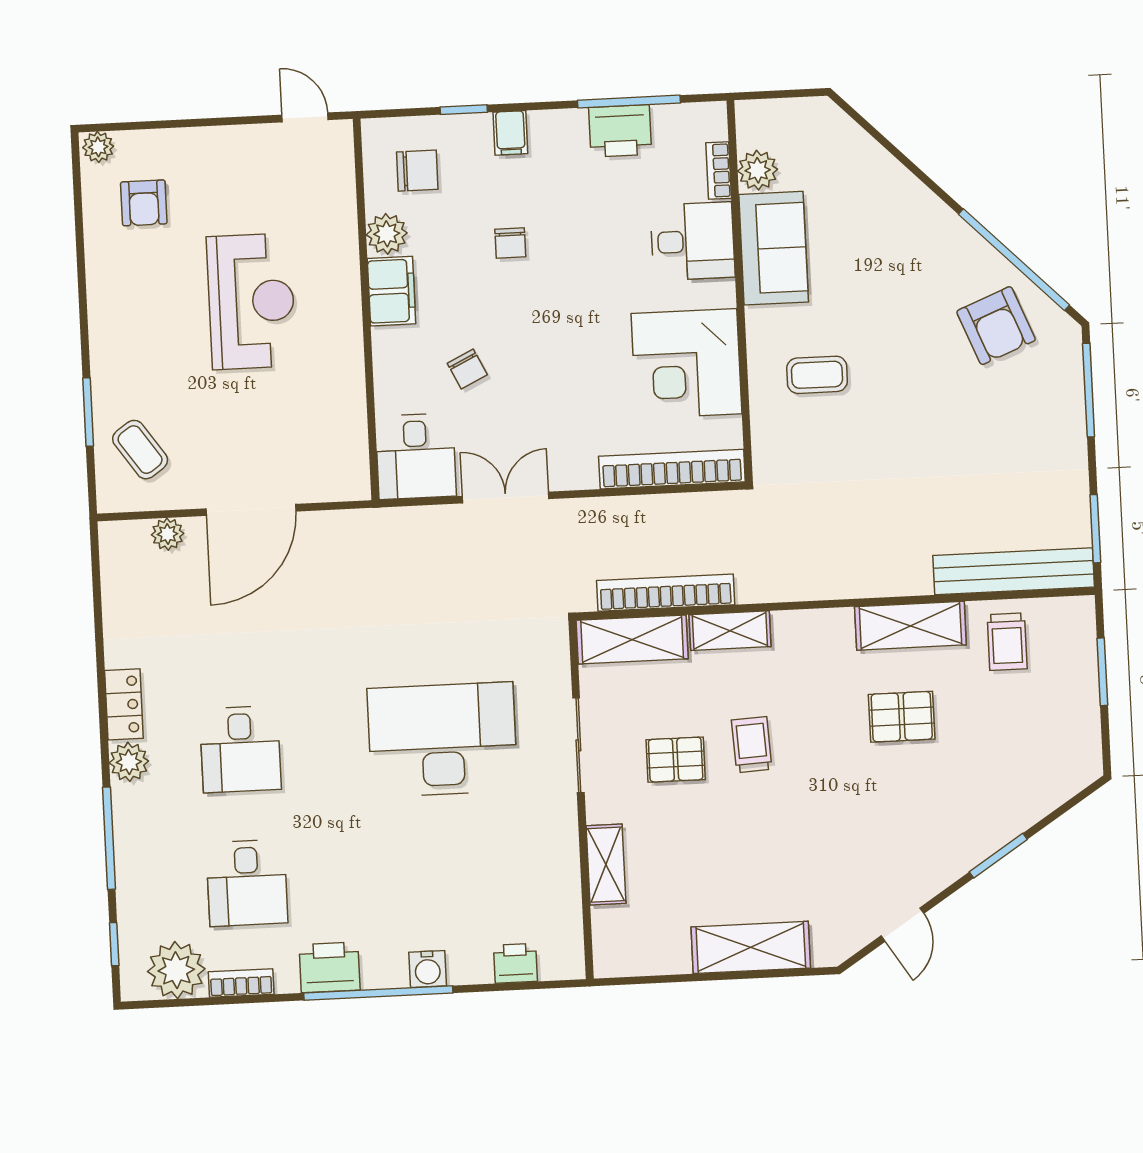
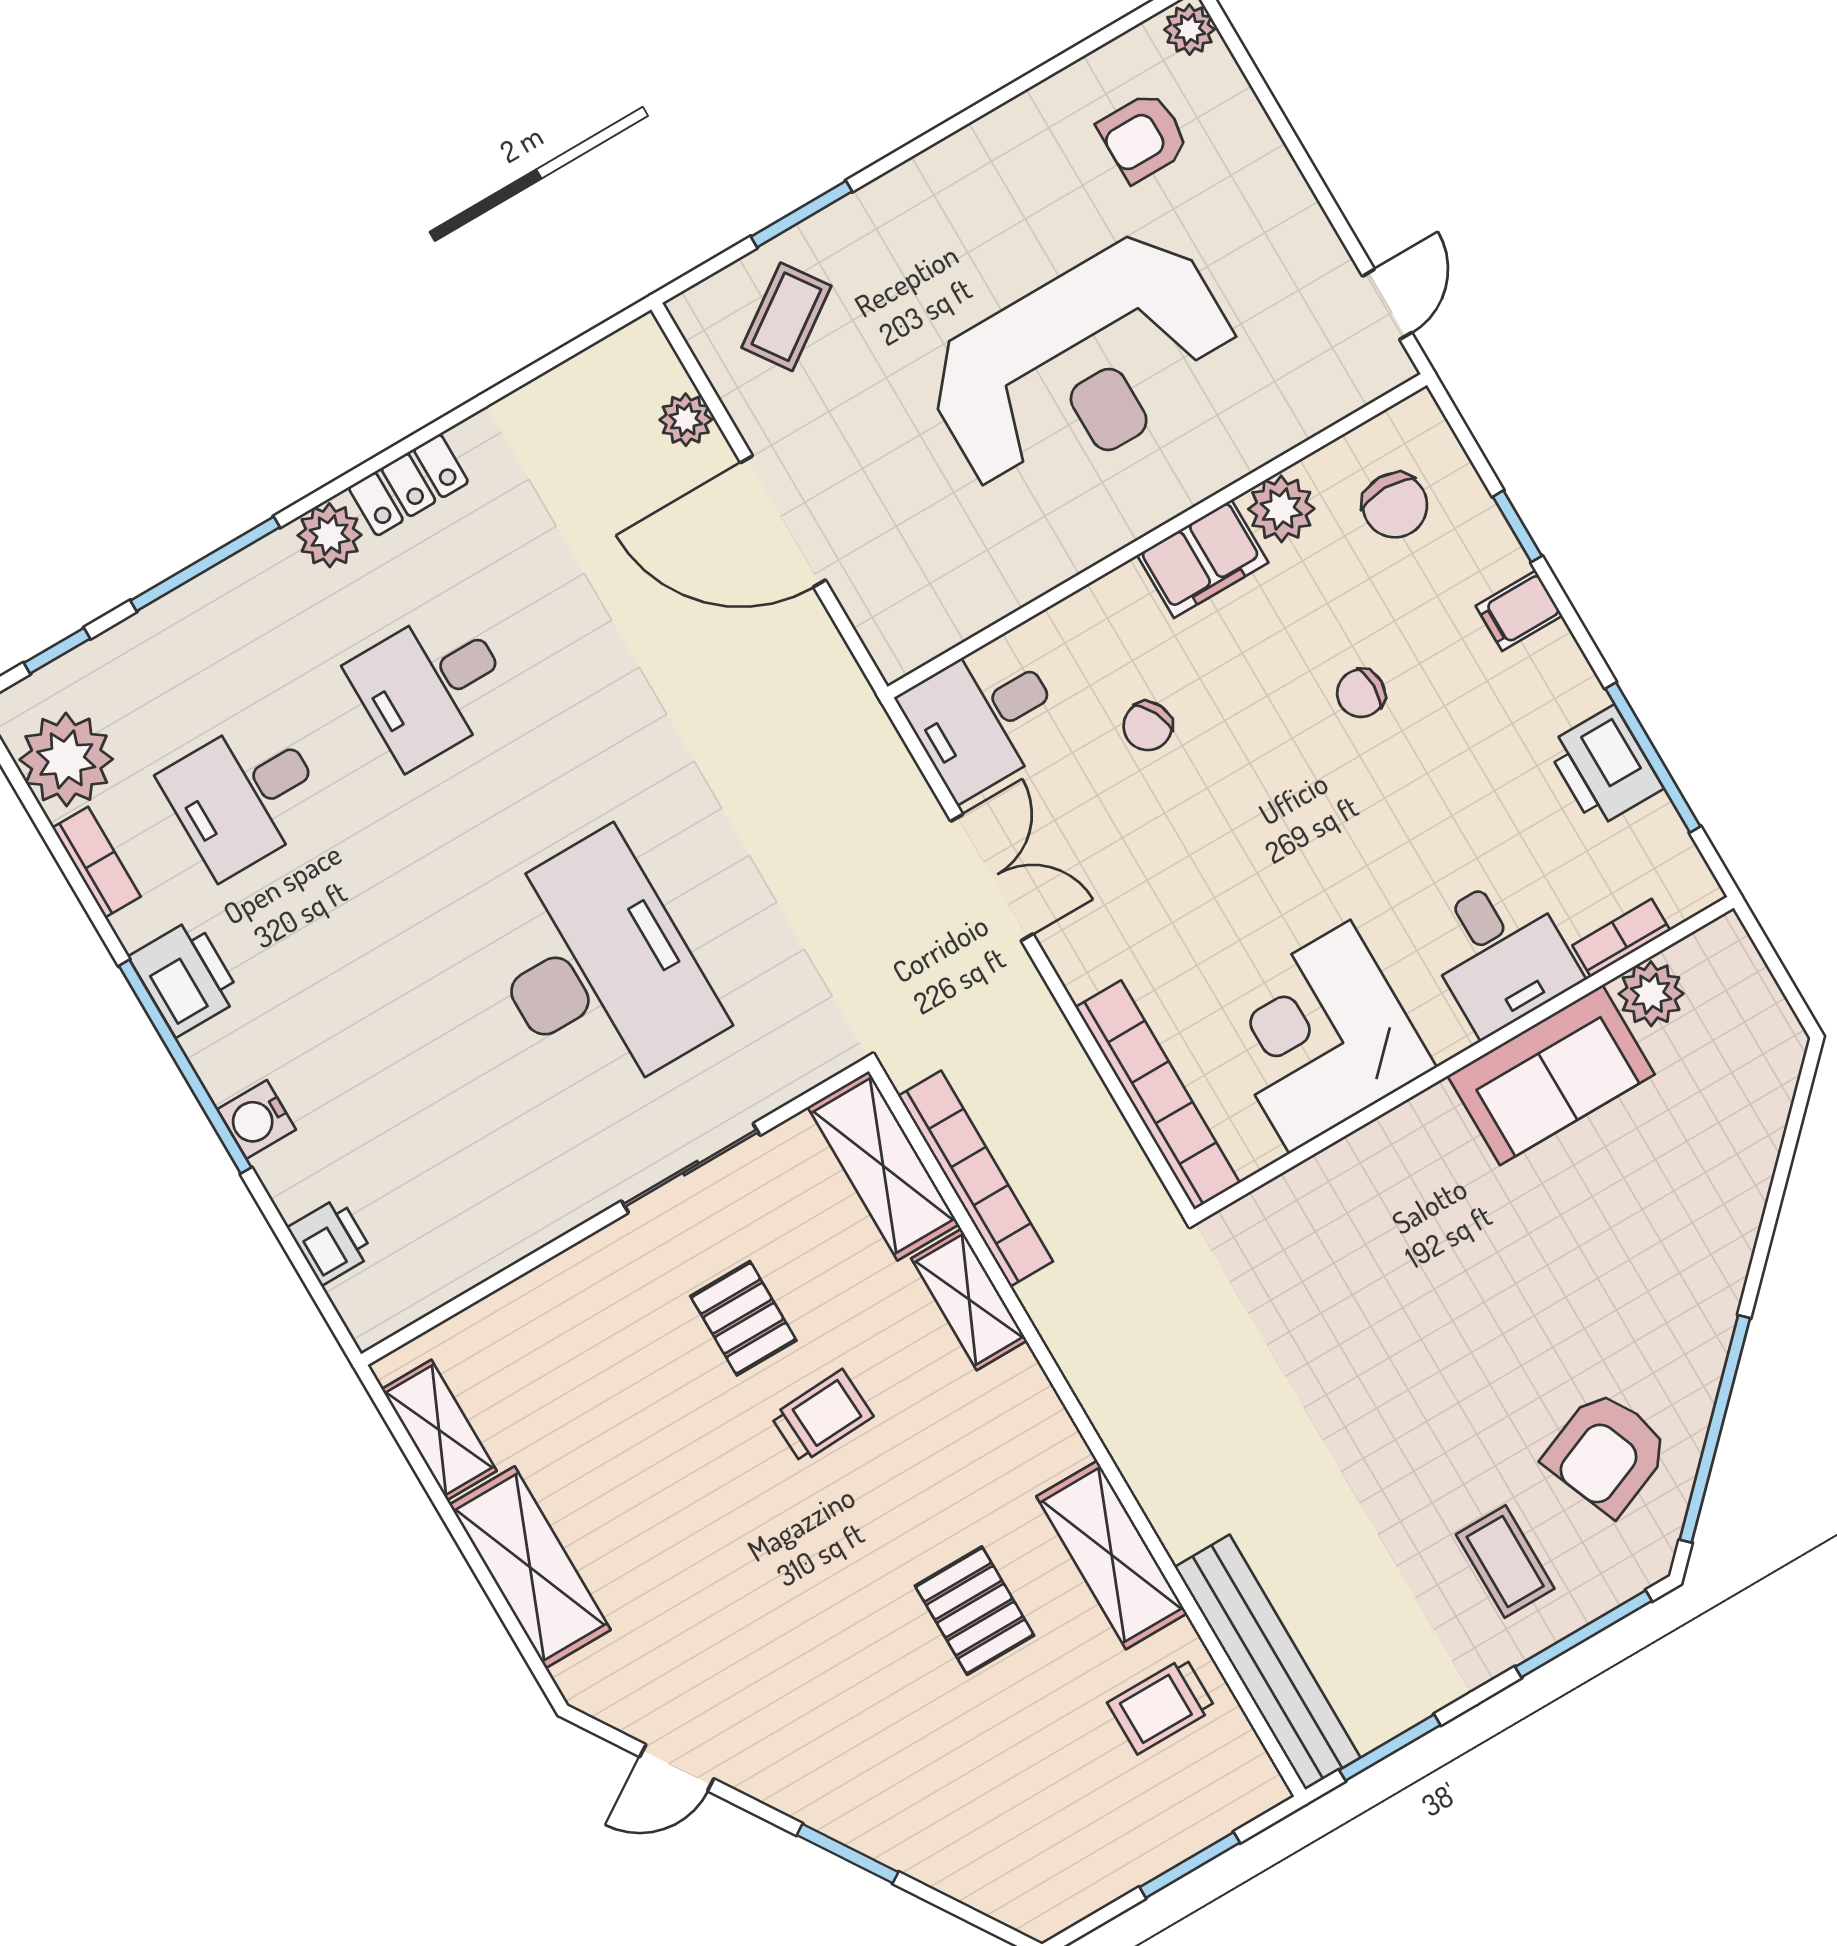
reception desk: (251, 301) -> (1083, 365), width x1.36, depth x1.30
coffee table: (817, 375) -> (1505, 1562), moved
shelving: (606, 865) -> (439, 1430), moved, turned 90

